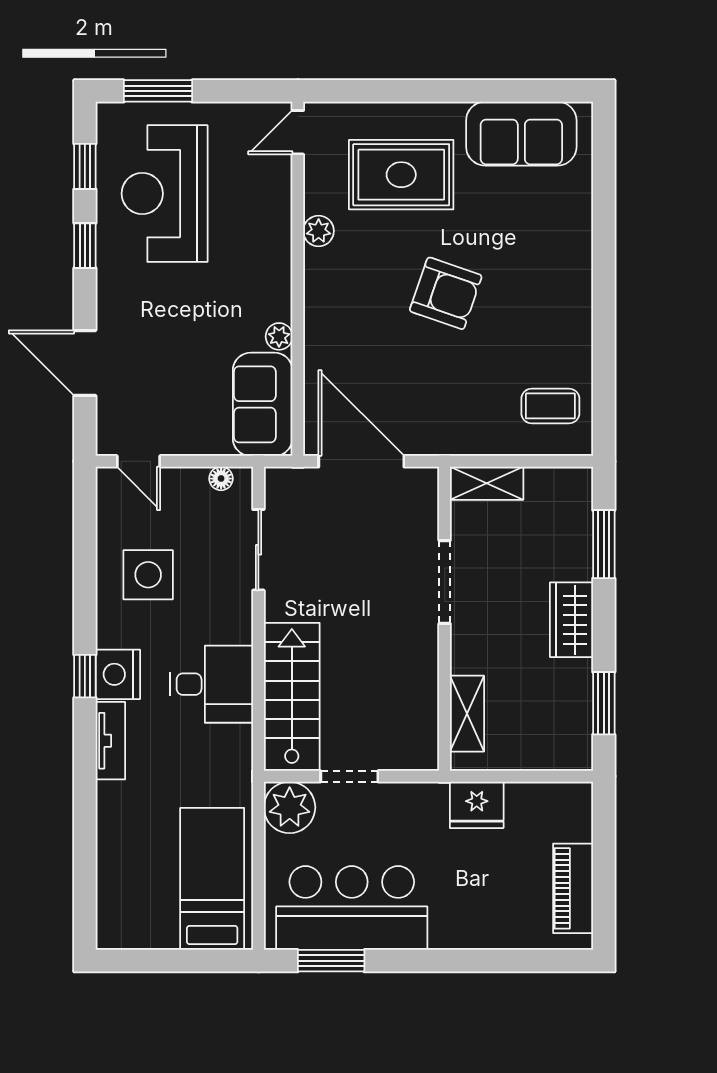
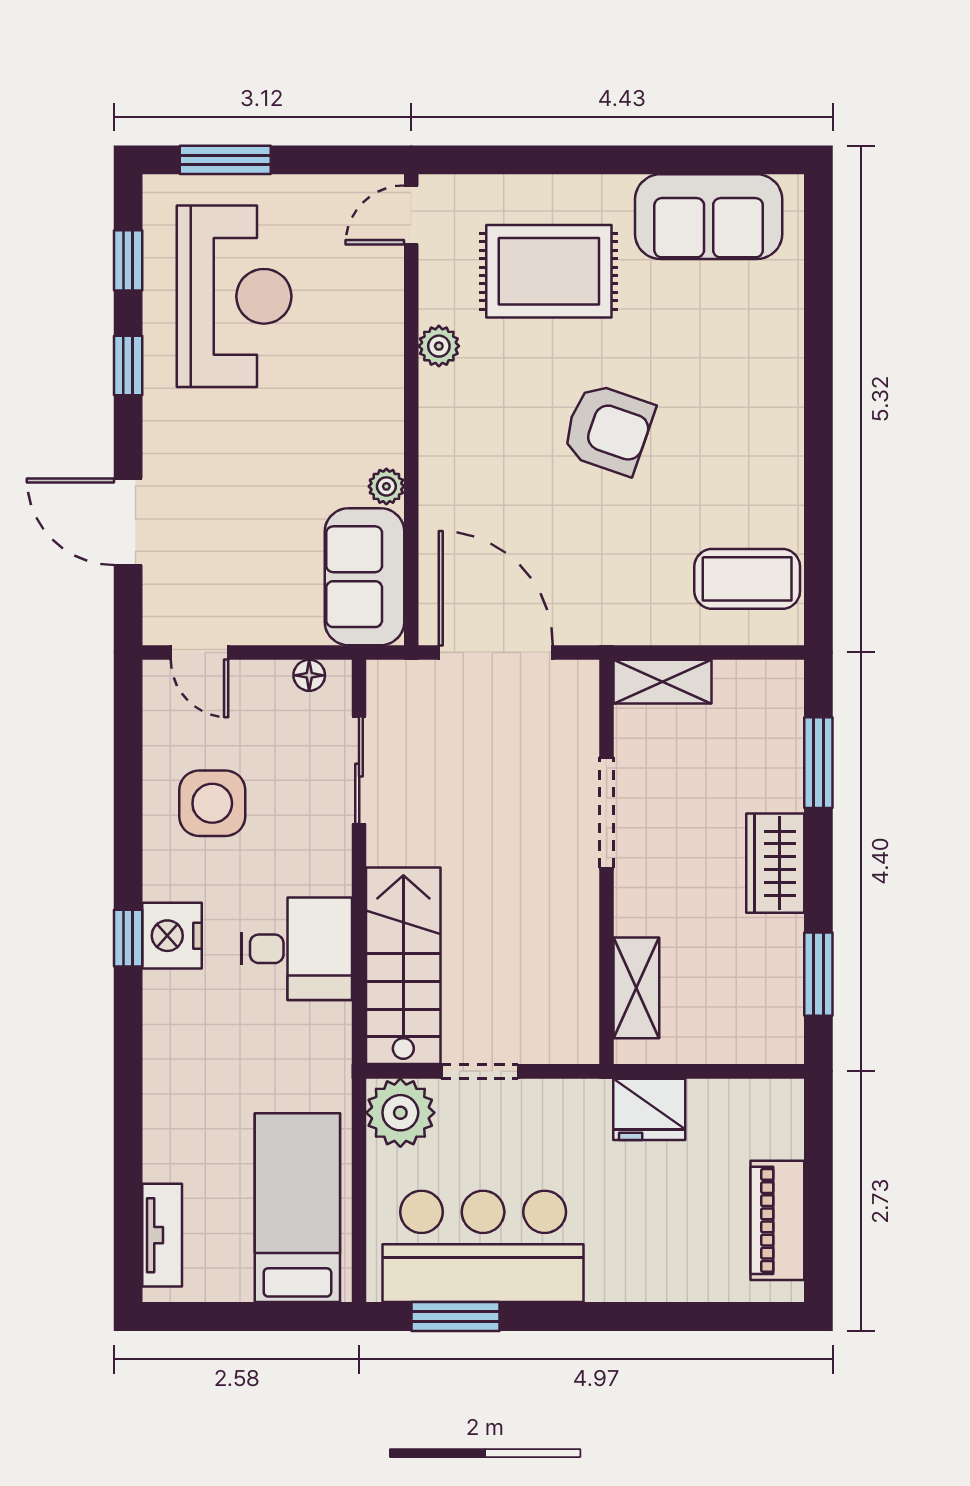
reception desk: (165, 194) -> (234, 296), turned 180
coffee table: (550, 406) -> (747, 579), width x1.36, depth x1.30
tv unit: (110, 741) -> (162, 1235), moved

